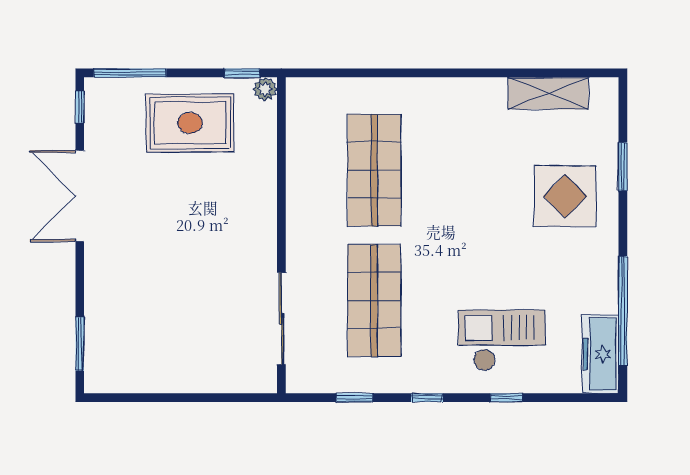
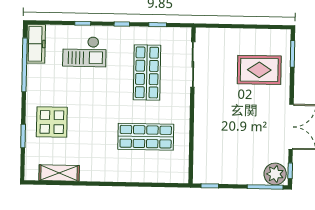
plant: (265, 89) -> (275, 174), moved, width x1.87, depth x1.87
rug: (190, 123) -> (259, 70), moved
shop shelf: (374, 170) -> (146, 137), turned 90

